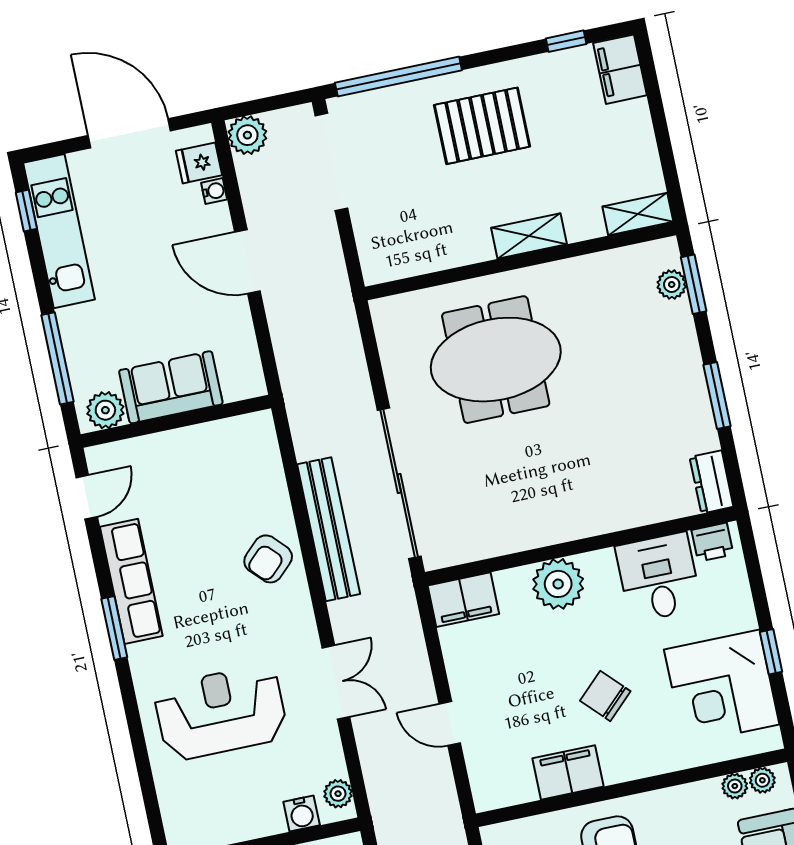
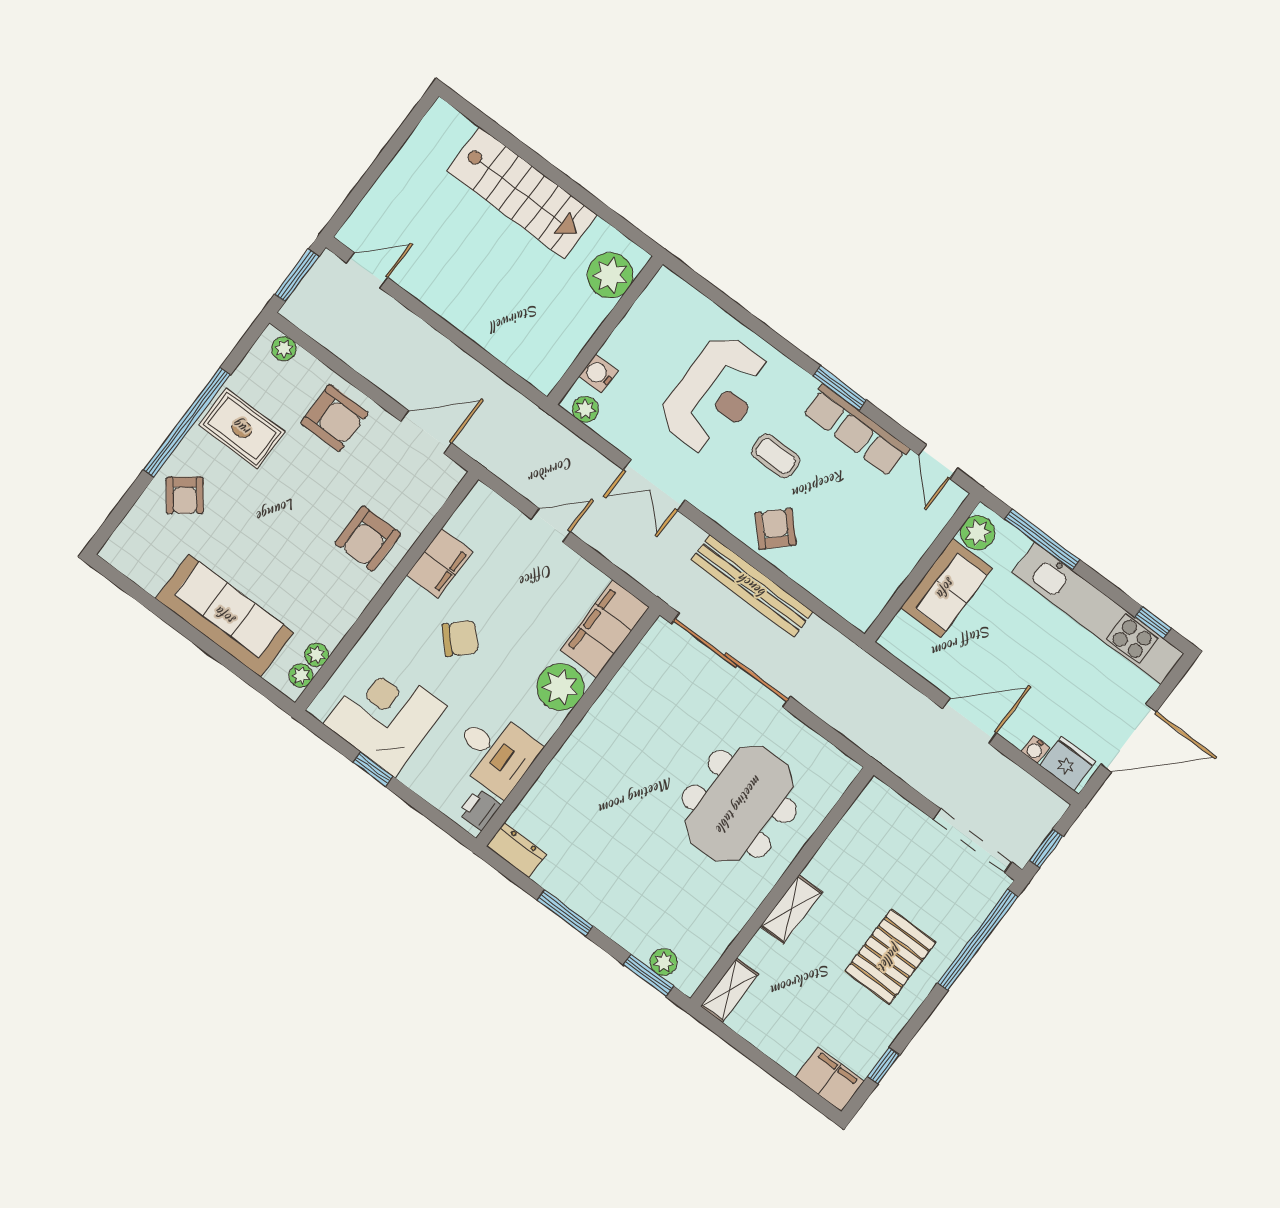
window: (276, 102) -> (1046, 848), added
plant: (247, 135) -> (1046, 808), removed
fridge: (199, 163) -> (1068, 763), width x1.38
kitchen unit: (59, 231) -> (1098, 613), width x1.36
filing cabinet: (463, 600) -> (605, 629), width x1.50, depth x1.17
coffee table: (216, 619) -> (776, 456), added

